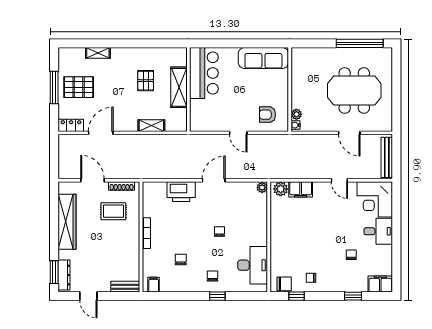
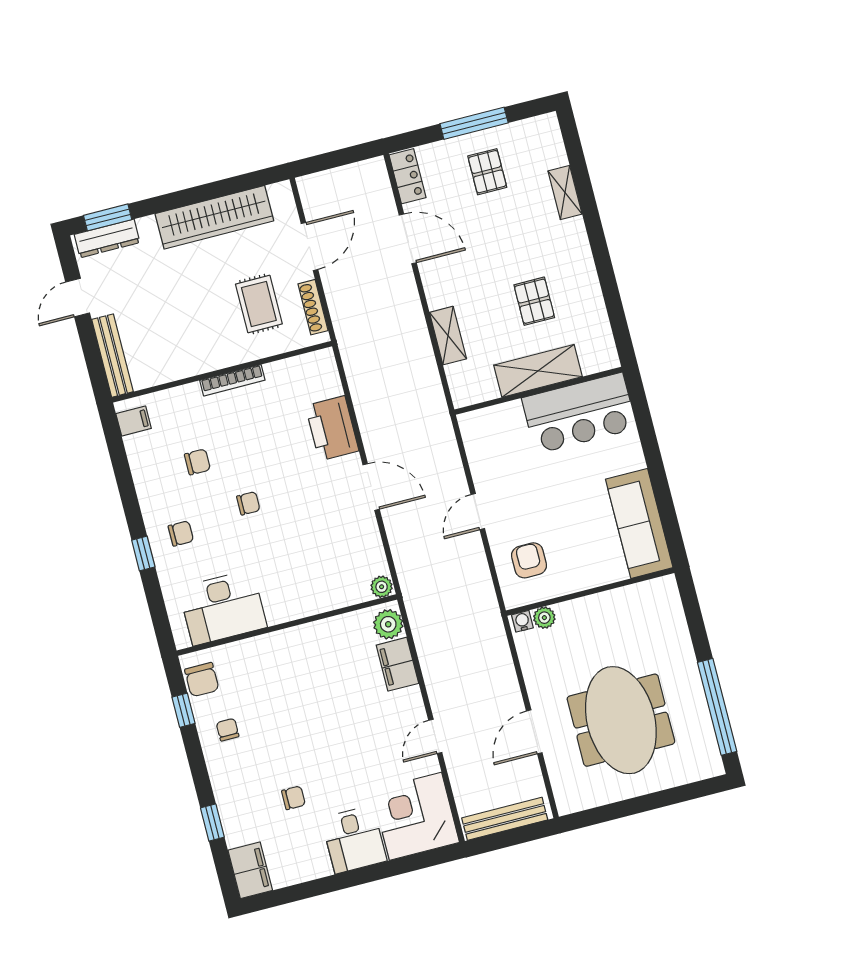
pallet: (146, 81) -> (534, 301), turned 90
pallet: (79, 87) -> (487, 172), width x0.67, depth x0.71
chair: (219, 231) -> (248, 503), moved
bench: (125, 287) -> (112, 356), width x1.36

